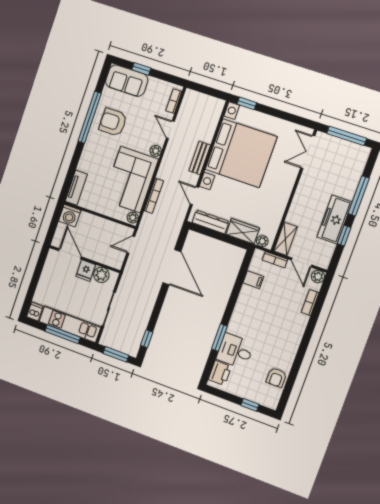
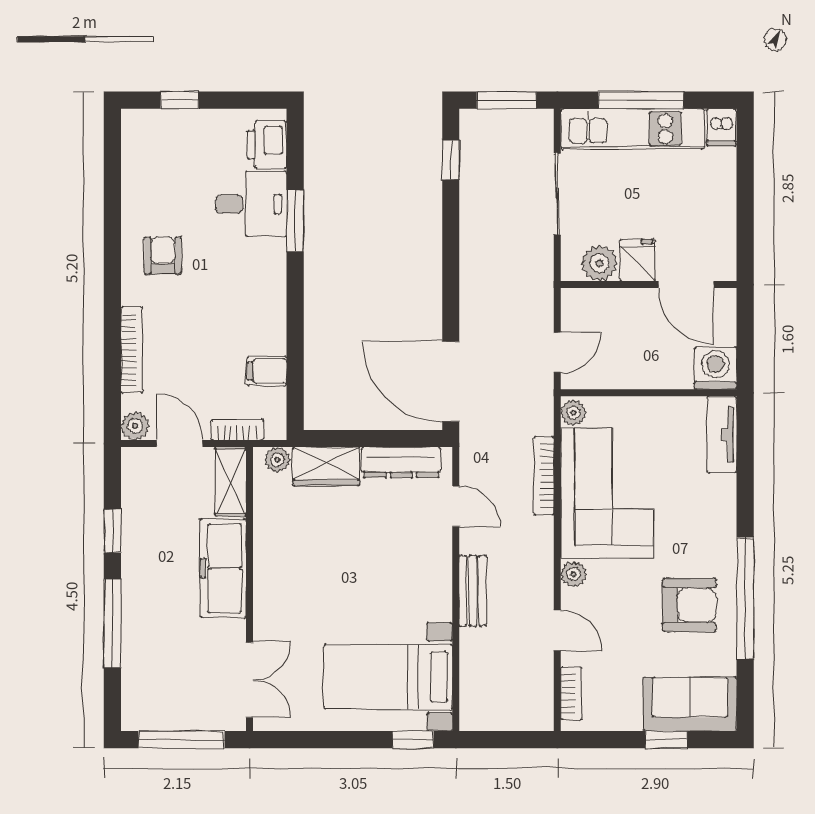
bed with nightstands: (241, 153) -> (388, 677), width x0.54
freezer: (335, 220) -> (223, 568), moved, turned 180
door: (172, 267) -> (451, 381), moved
bookcase: (310, 303) -> (132, 350), width x1.56
armchair: (276, 377) -> (163, 256), moved

